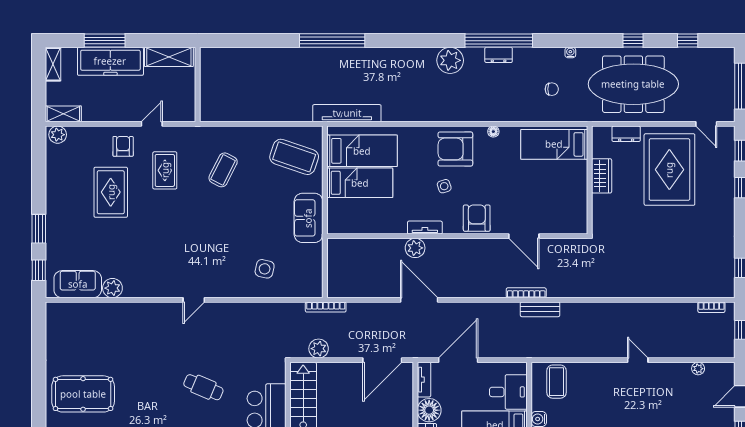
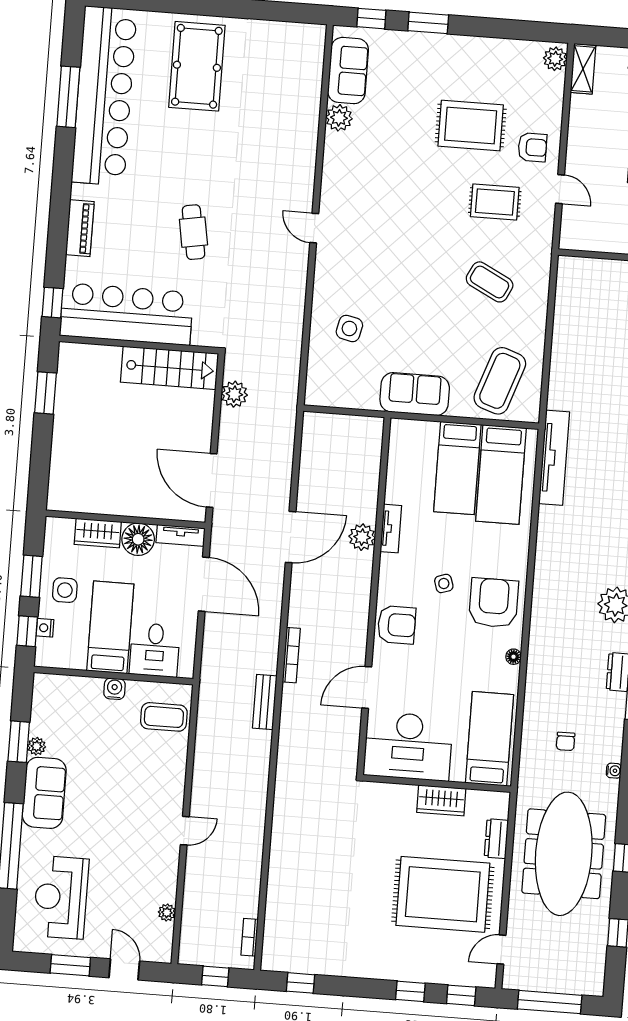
desk: (564, 203) -> (408, 746), added
tv unit: (425, 228) -> (391, 529), moved
bookcase: (526, 293) -> (291, 655), moved
bookcase: (326, 307) -> (291, 408), removed
cafe table: (203, 387) -> (193, 232), turned -33

